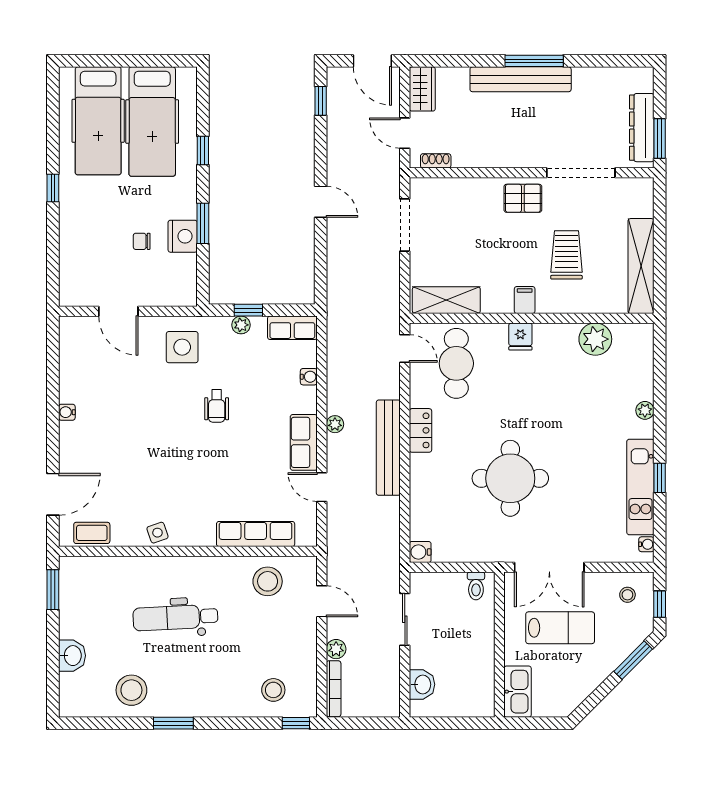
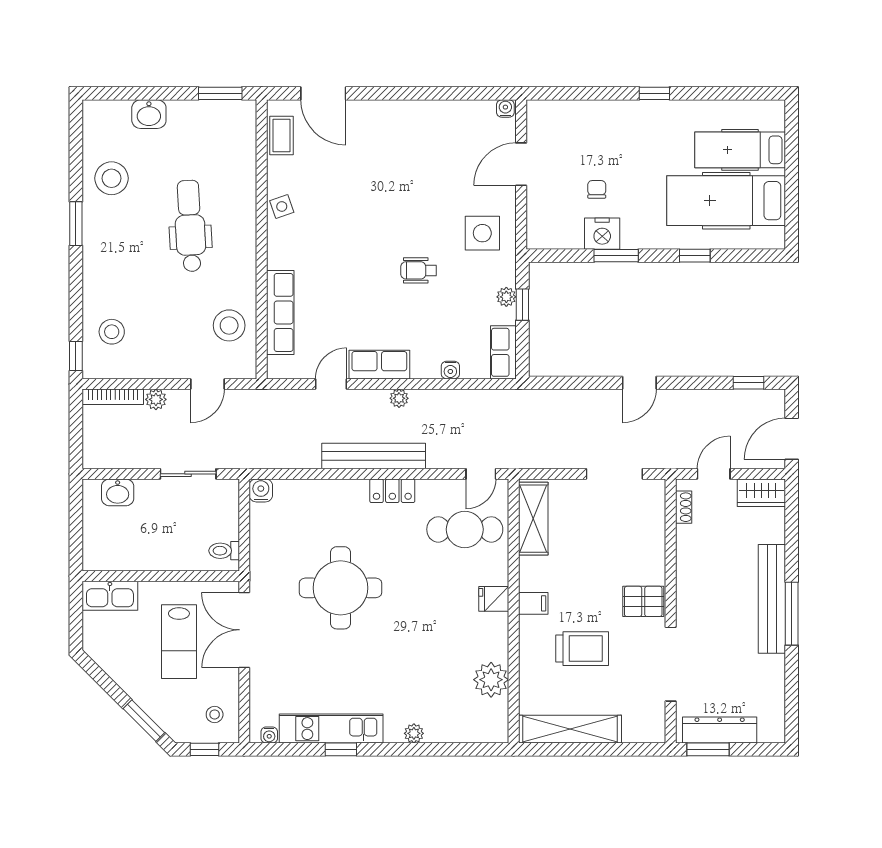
hospital bed: (98, 121) -> (740, 150), width x0.73, depth x0.78
pallet: (523, 198) -> (643, 601), turned 90
water cooler: (67, 412) -> (505, 109), moved

